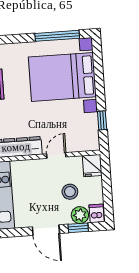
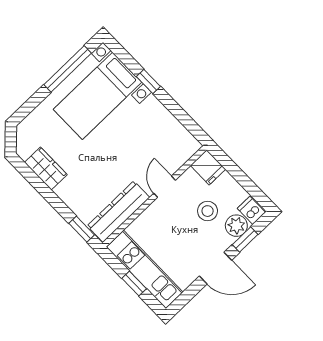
bed with nightstands: (62, 77) -> (97, 96), width x0.73
window: (102, 120) -> (148, 82), moved

